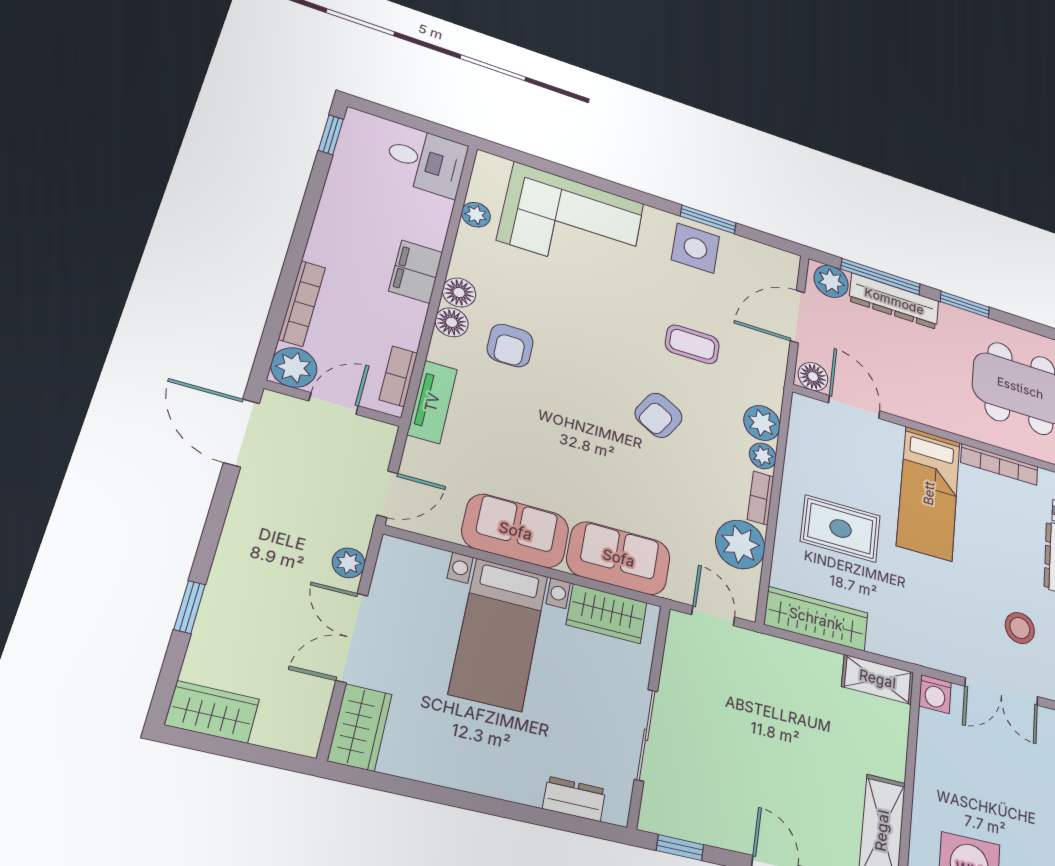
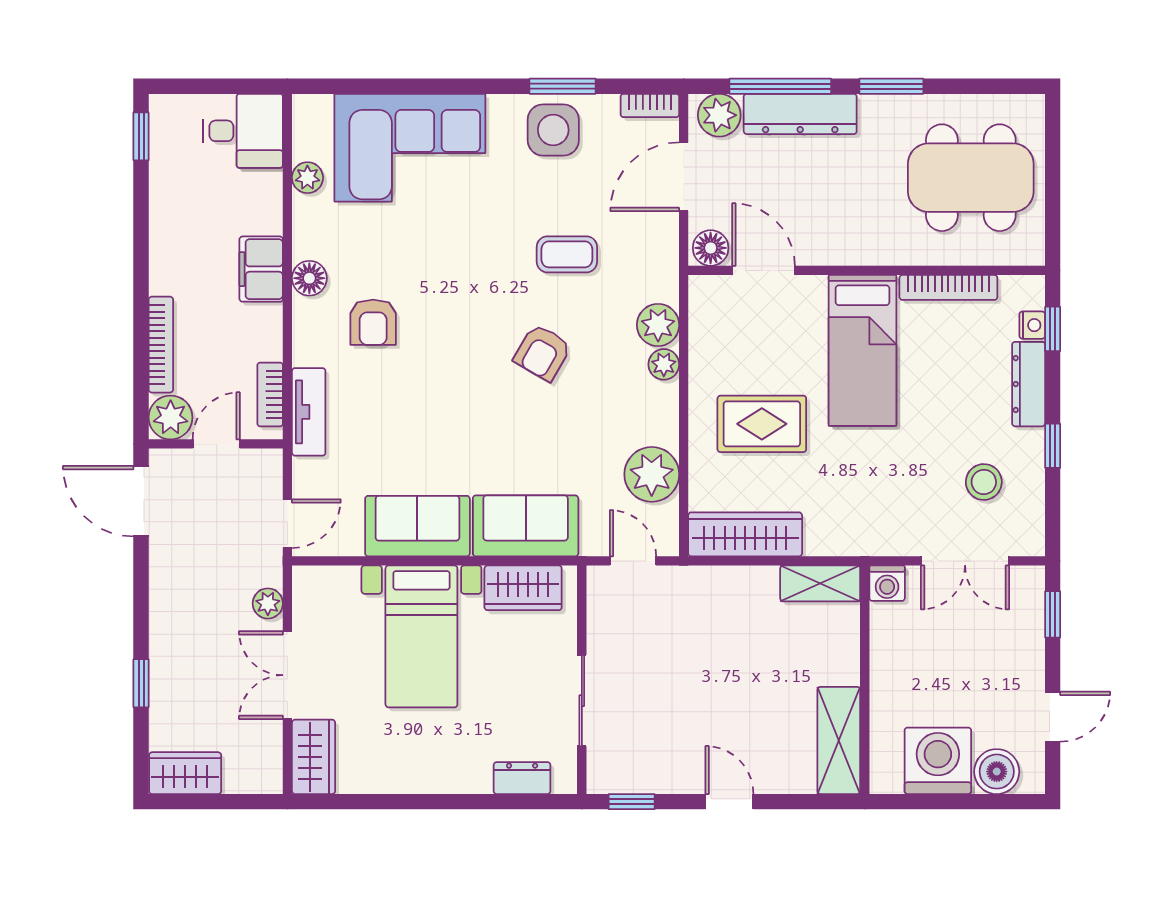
floor lamp: (452, 322) -> (309, 316), removed
bookcase: (761, 498) -> (650, 105), moved, turned -90

